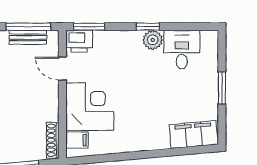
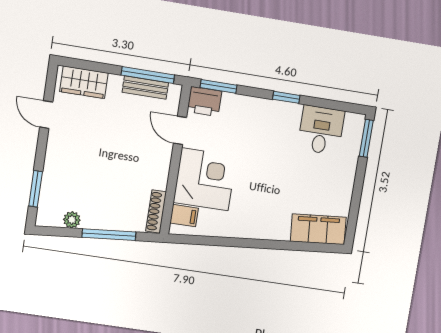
plant: (153, 40) -> (290, 114), removed
window: (222, 88) -> (366, 138), moved

